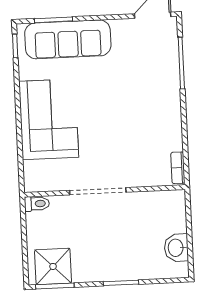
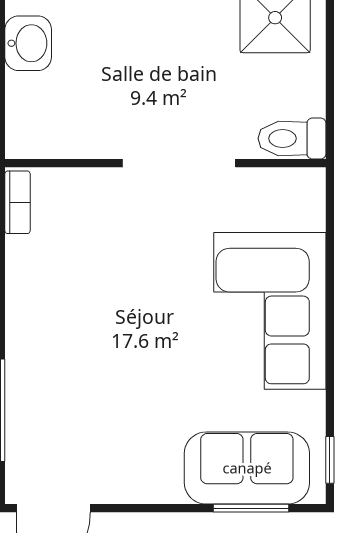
sofa: (68, 39) -> (247, 468), width x0.73
toilet: (37, 204) -> (292, 138), width x1.37, depth x1.39

